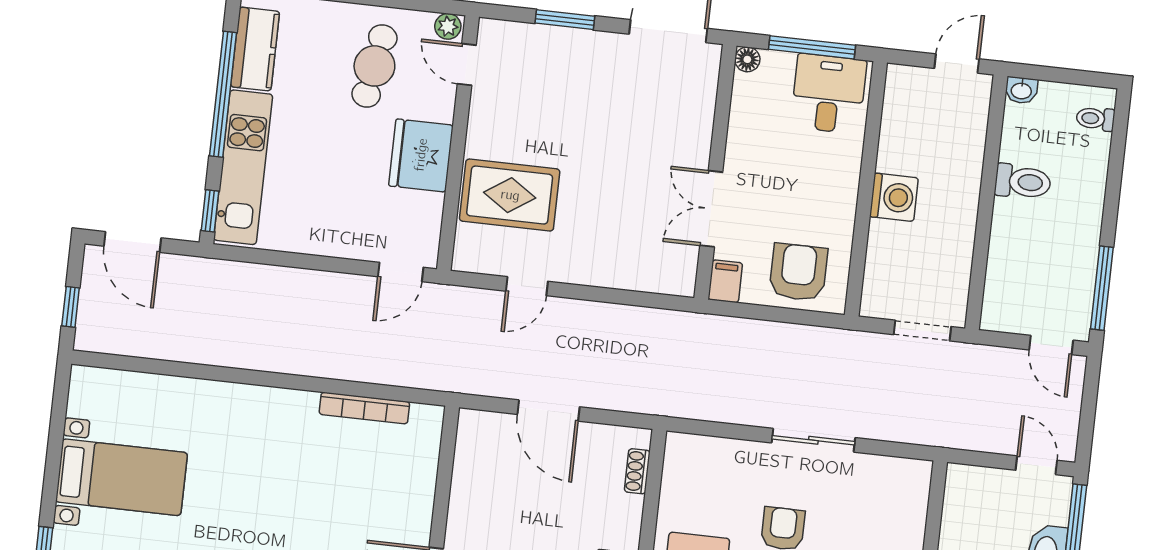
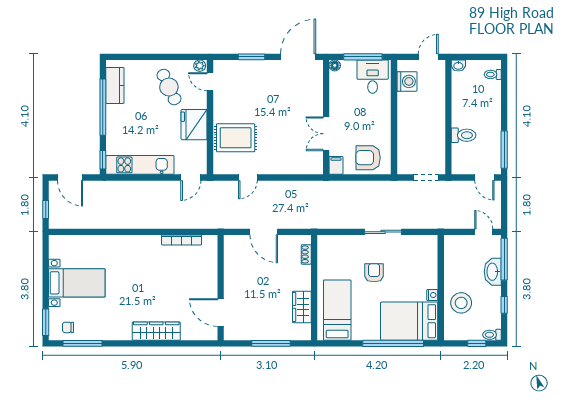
cafe table: (374, 66) -> (169, 87), turned -35
kitchen unit: (243, 167) -> (140, 165), moved, turned -90
toilet: (1023, 182) -> (463, 135), moved
washing machine: (894, 197) -> (407, 81), moved
armchair: (798, 272) -> (368, 158), turned -90

